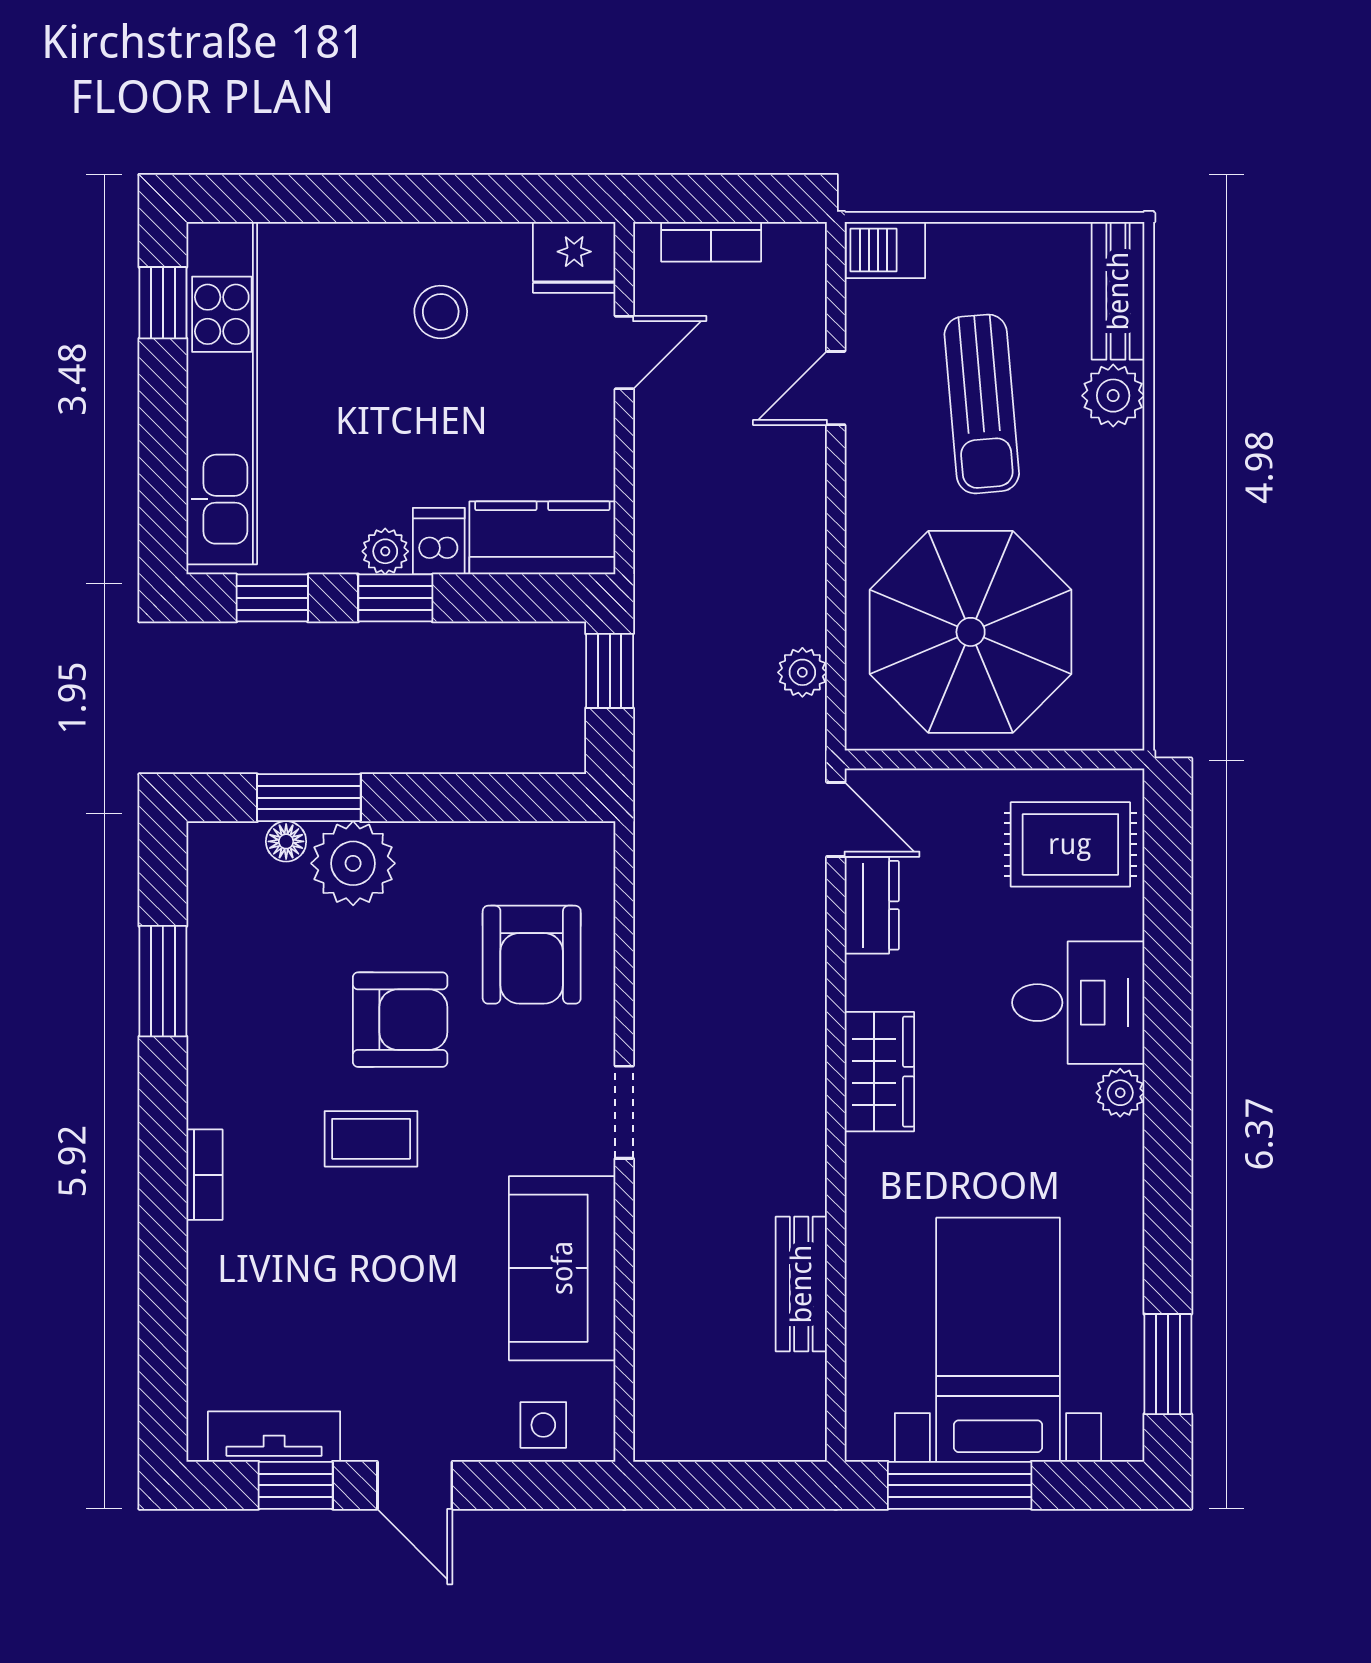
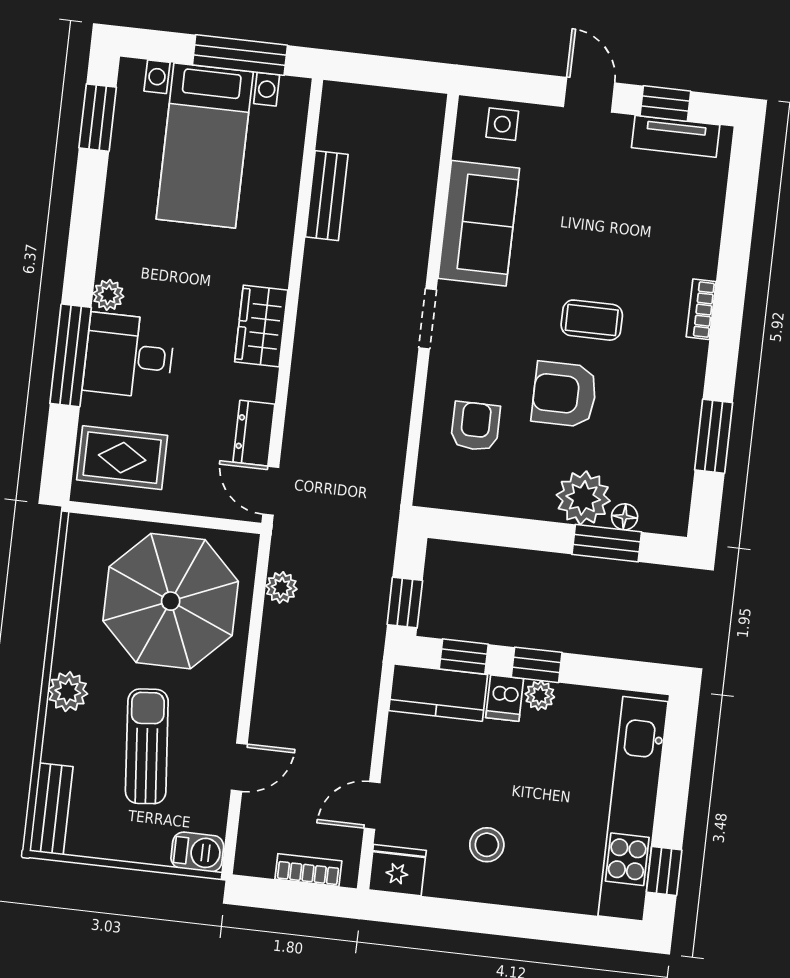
plant: (1113, 396) -> (68, 692), moved
window: (272, 598) -> (464, 657), moved
armchair: (532, 955) -> (475, 426), width x0.72, depth x0.72
window: (1168, 993) -> (71, 355), added

